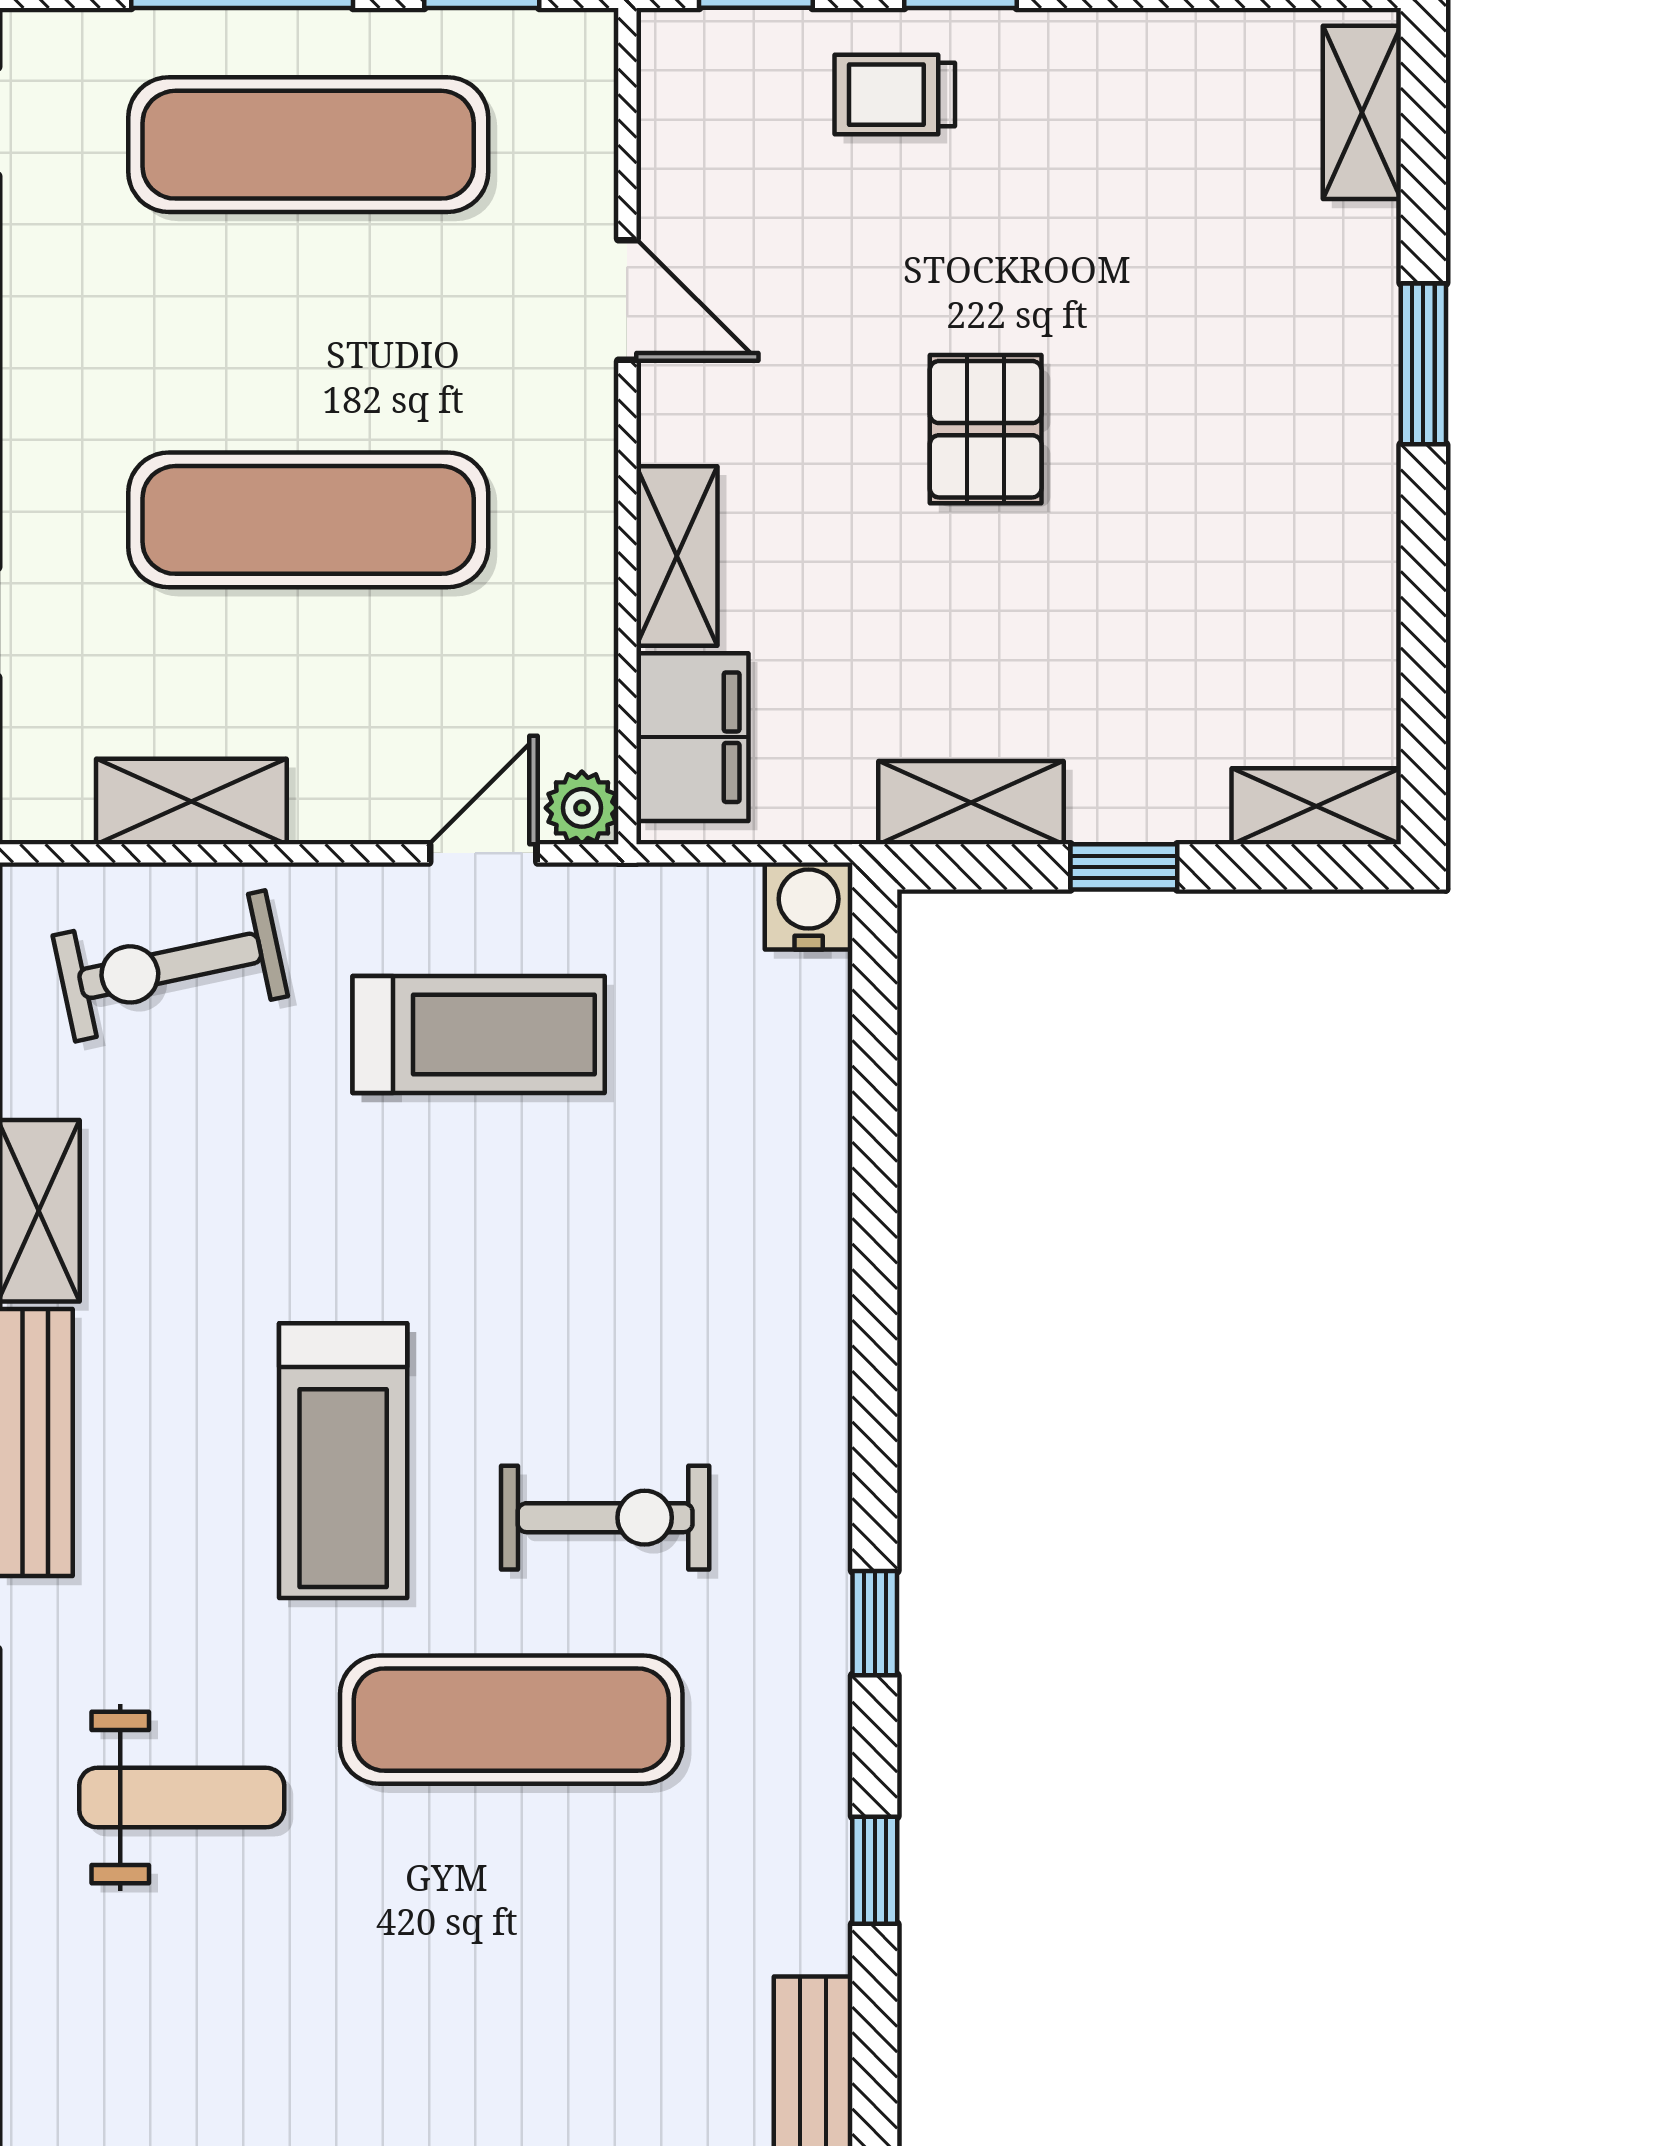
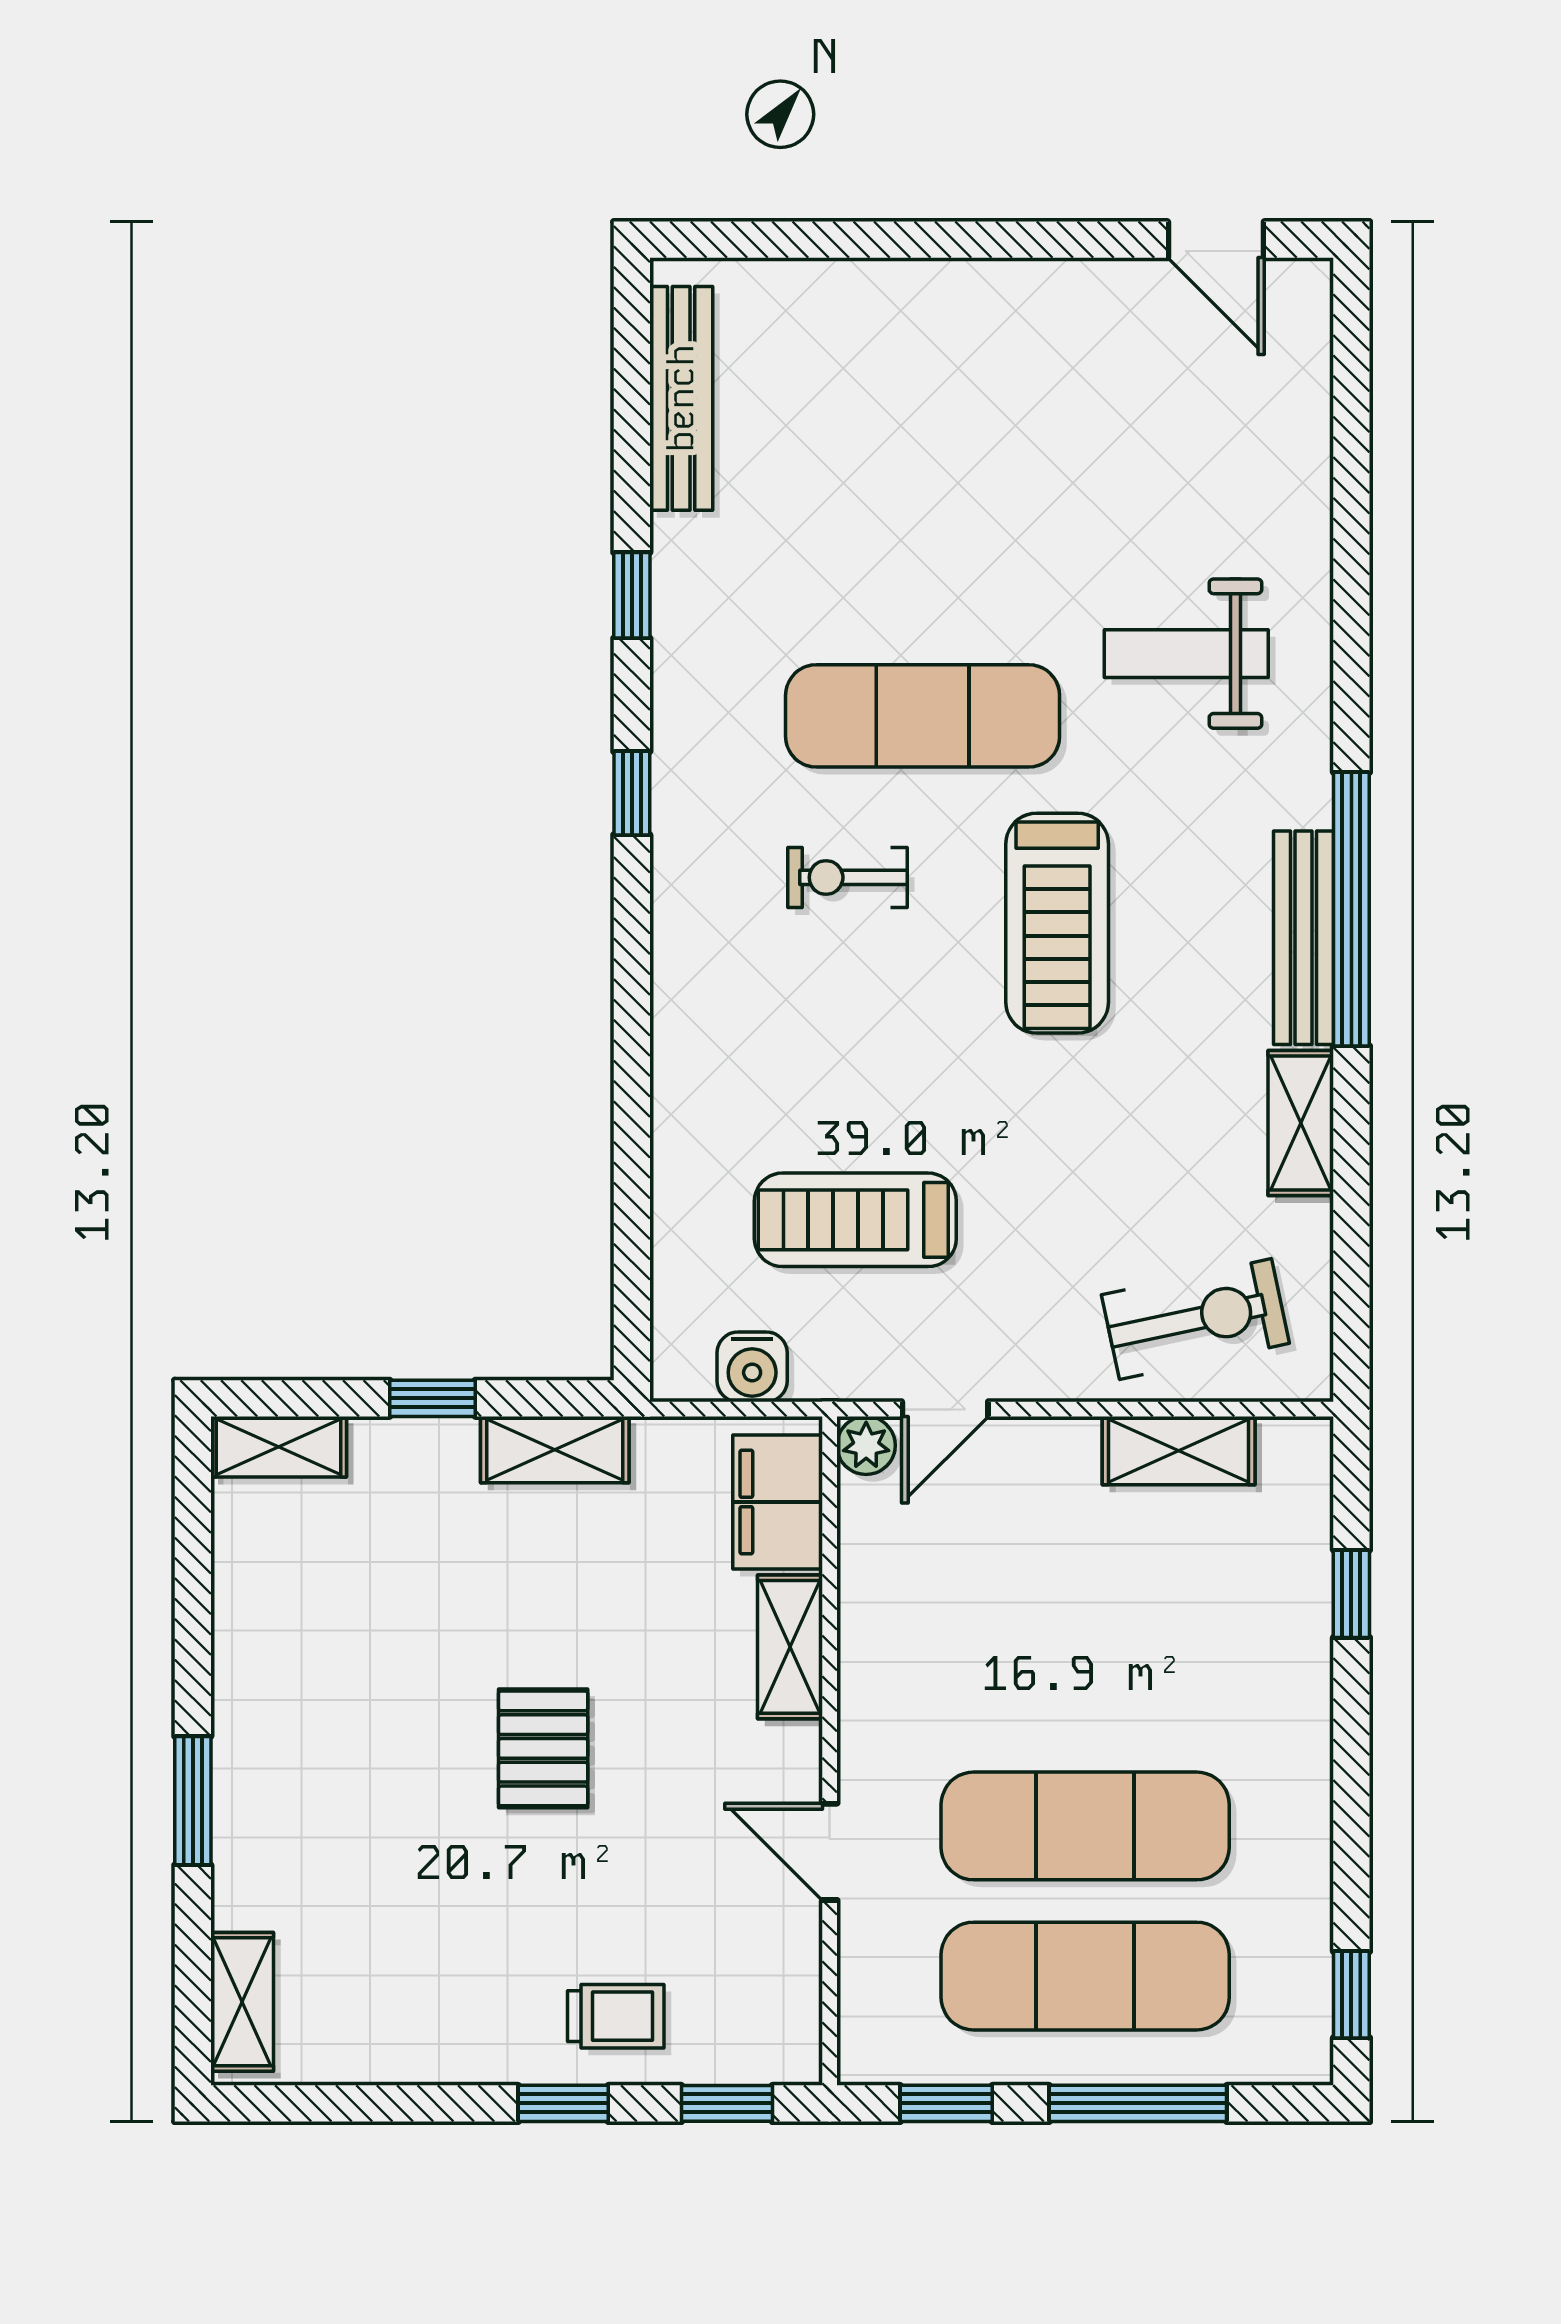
exercise mat: (308, 520) -> (1085, 1826), moved
water cooler: (809, 906) -> (752, 1367), moved
treadmill: (479, 1035) -> (855, 1220), moved
treadmill: (343, 1461) -> (1057, 923), turned 180
exercise bike: (605, 1518) -> (848, 877), width x0.73, depth x0.72

